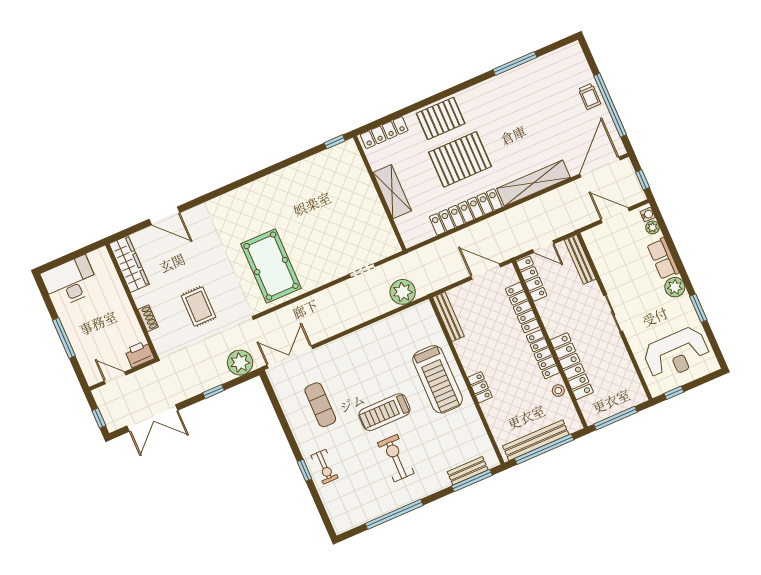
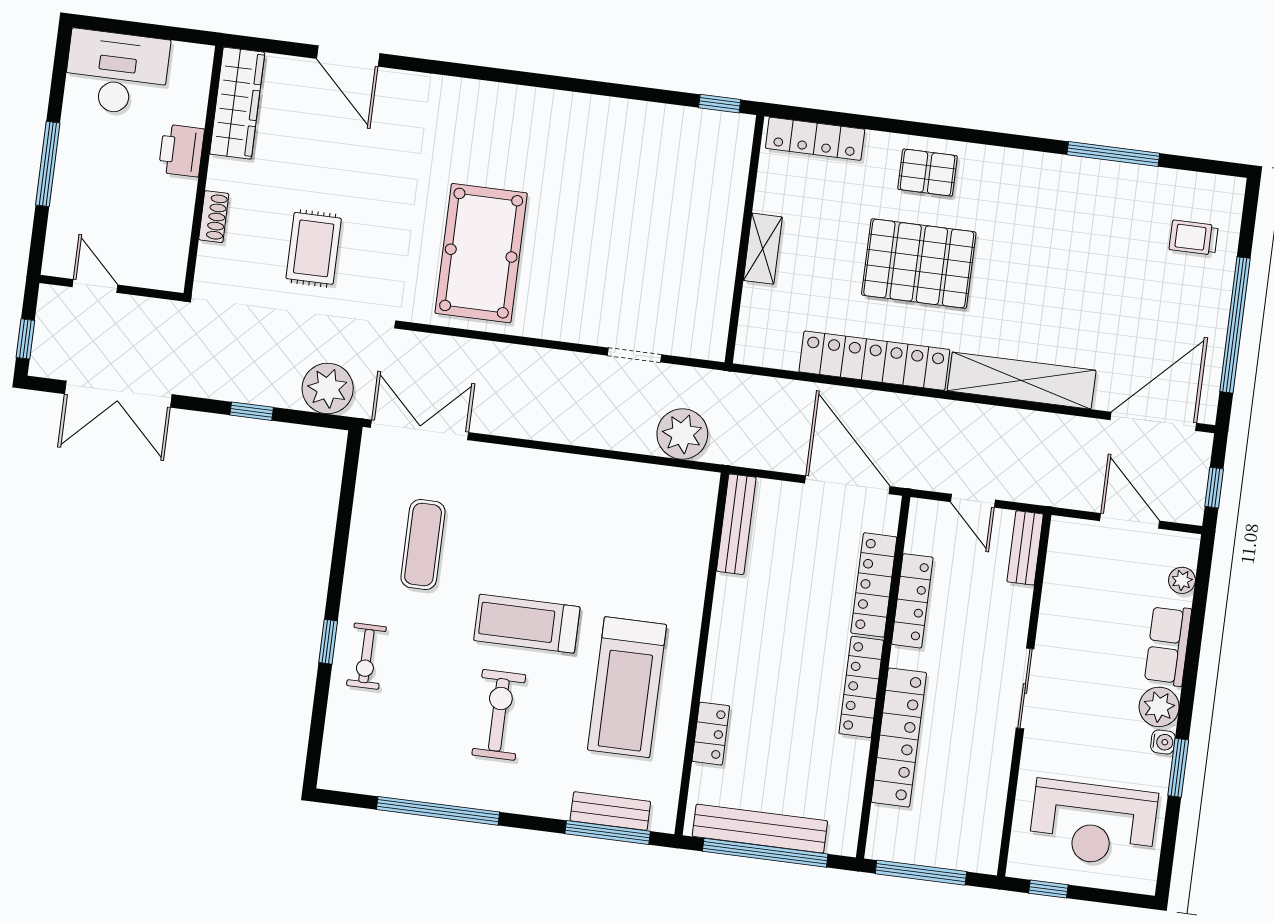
trolley: (590, 96) -> (1194, 238), moved, turned 90
pallet: (441, 118) -> (928, 173), width x0.67, depth x0.71
shelving: (392, 192) -> (763, 249), width x0.67, depth x0.75
water cooler: (648, 215) -> (1163, 742), moved
bench: (580, 259) -> (1025, 548), width x0.73
door: (486, 272) -> (847, 485), width x1.36
locker: (532, 279) -> (912, 601), moved
printer: (139, 354) -> (181, 151), moved, turned -90
treadmill: (438, 379) -> (627, 687), moved
locker: (480, 387) -> (711, 734), moved
stool: (558, 391) -> (850, 766), removed

